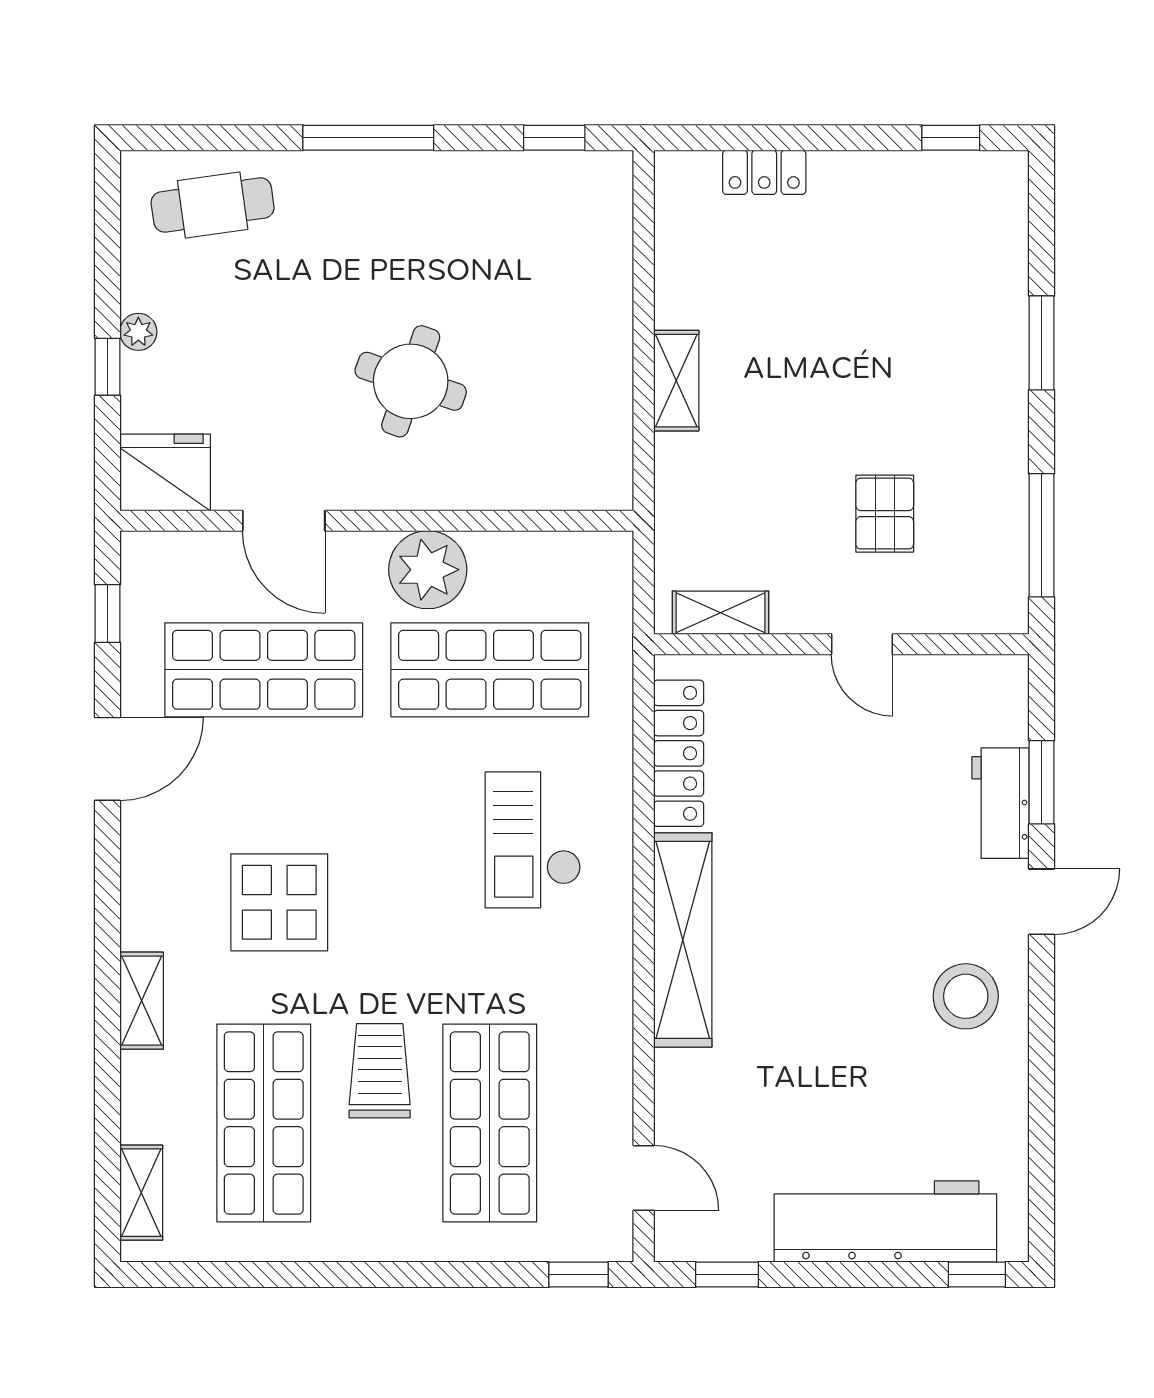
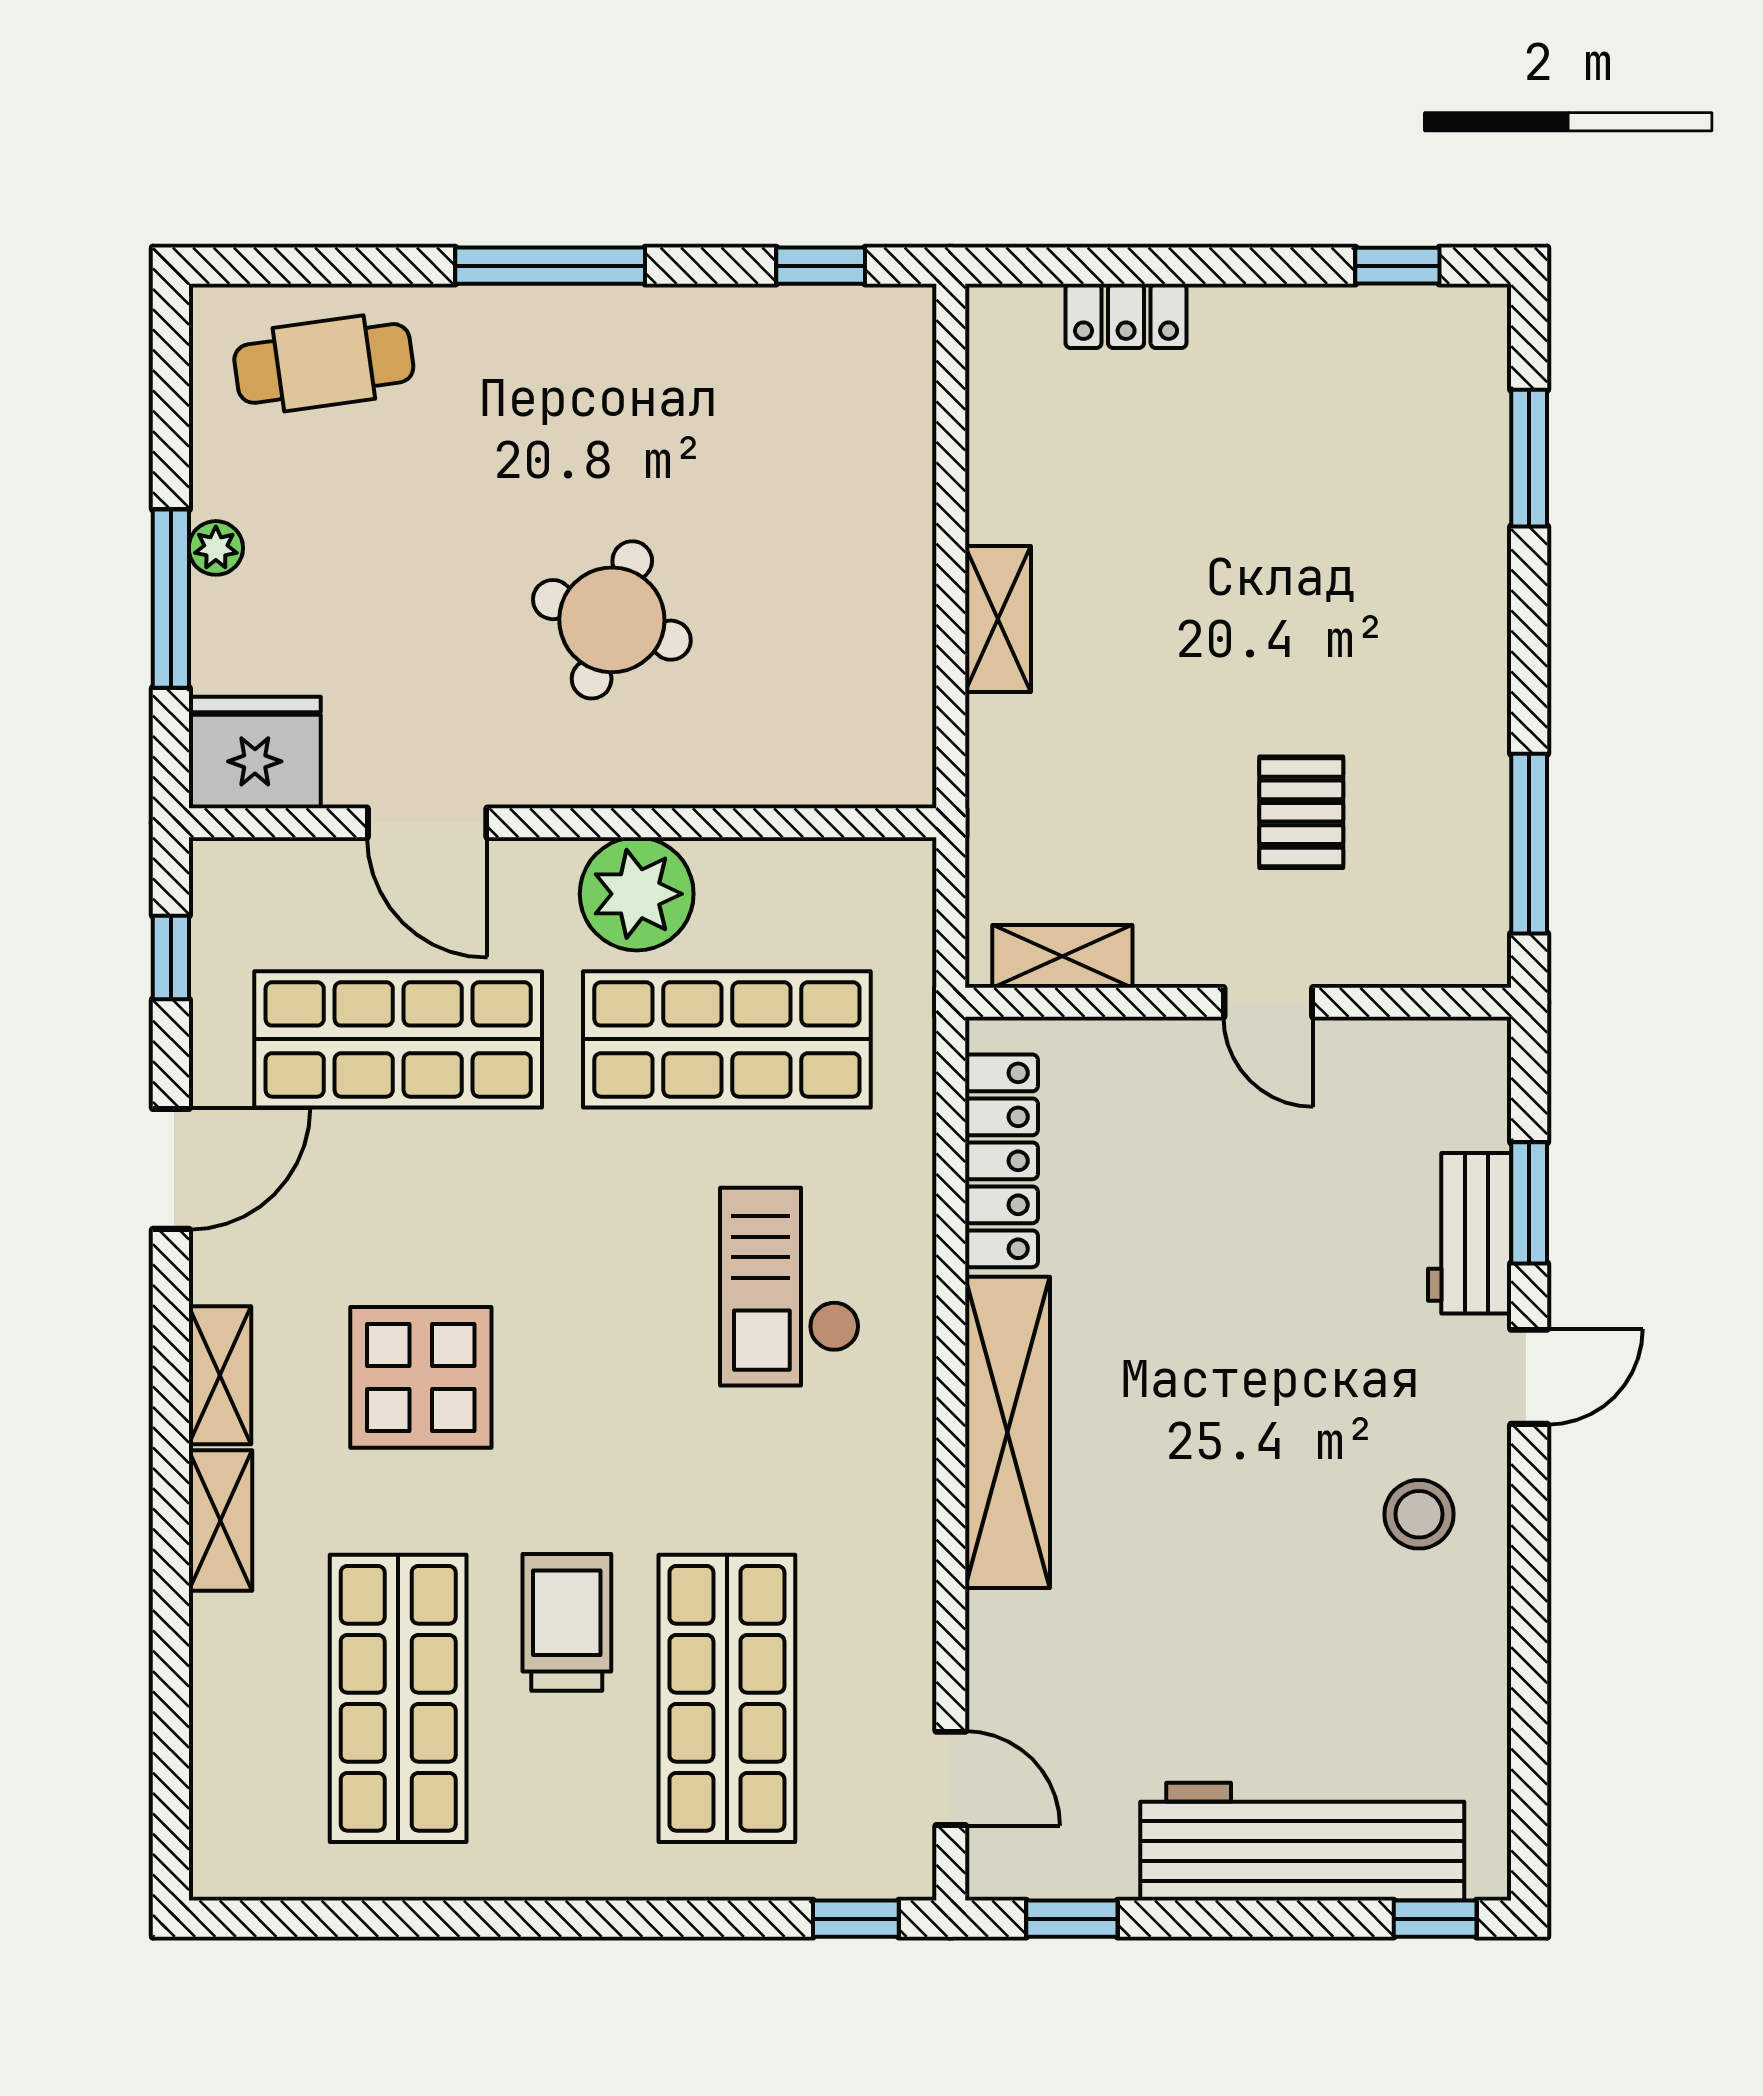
window: (1041, 343) -> (1529, 458), moved
window: (107, 367) -> (171, 599), width x2.17
stool: (966, 996) -> (1419, 1514), width x0.73, depth x0.73
shelving: (141, 1193) -> (220, 1375), moved

